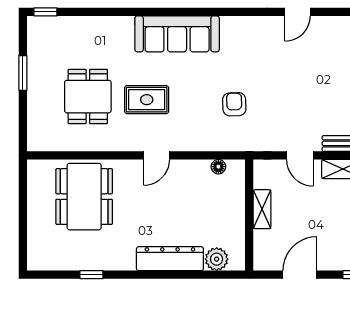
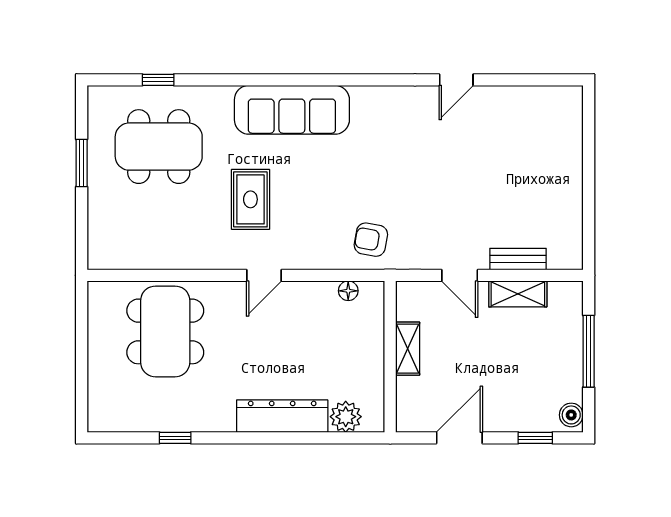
window: (45, 12) -> (158, 80), moved
dining table: (88, 97) -> (159, 147), moved, width x1.38
rug: (147, 100) -> (250, 199), turned 90
armchair: (234, 104) -> (371, 240), moved, turned -78

